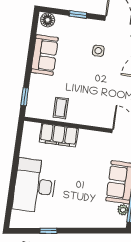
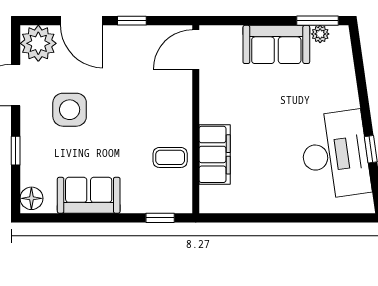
side table: (98, 51) -> (70, 110), width x1.87, depth x1.87
desk: (35, 186) -> (335, 155), moved, turned -98

